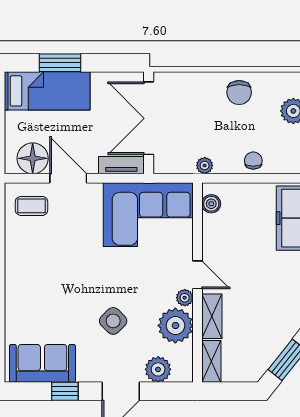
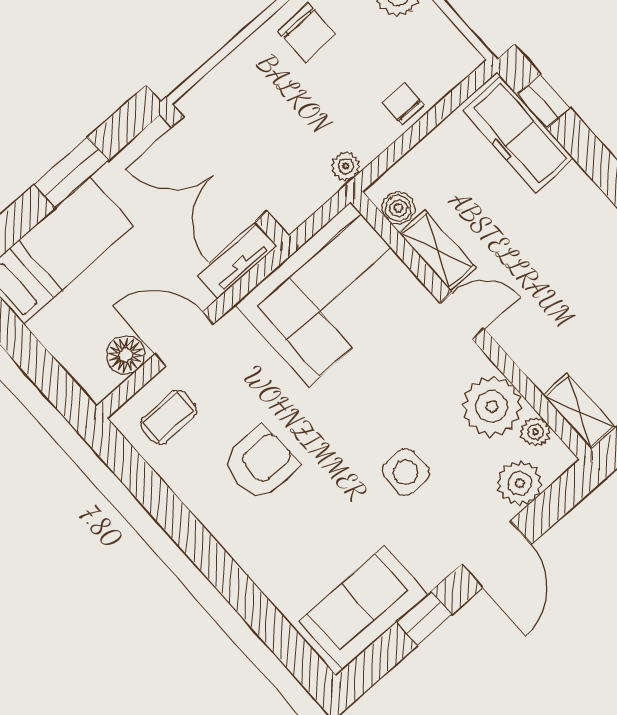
window: (60, 63) -> (71, 172), moved
floor lamp: (33, 158) -> (126, 355), width x0.73, depth x0.73
armchair: (54, 261) -> (260, 463), added
plant: (185, 298) -> (535, 432), moved
shelving: (212, 316) -> (437, 250), moved
side table: (113, 321) -> (406, 472), turned 45

